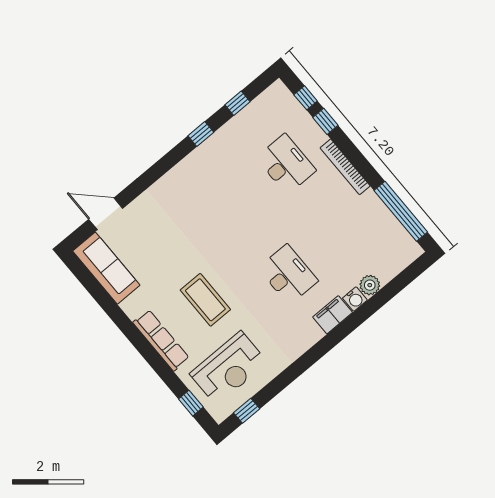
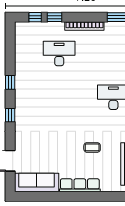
window: (237, 103) -> (10, 115), moved
coffee table: (205, 300) -> (92, 147), width x0.54, depth x0.58
row of seats: (161, 340) -> (80, 185), moved

